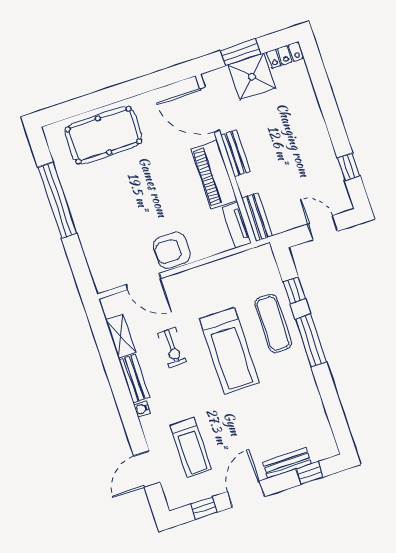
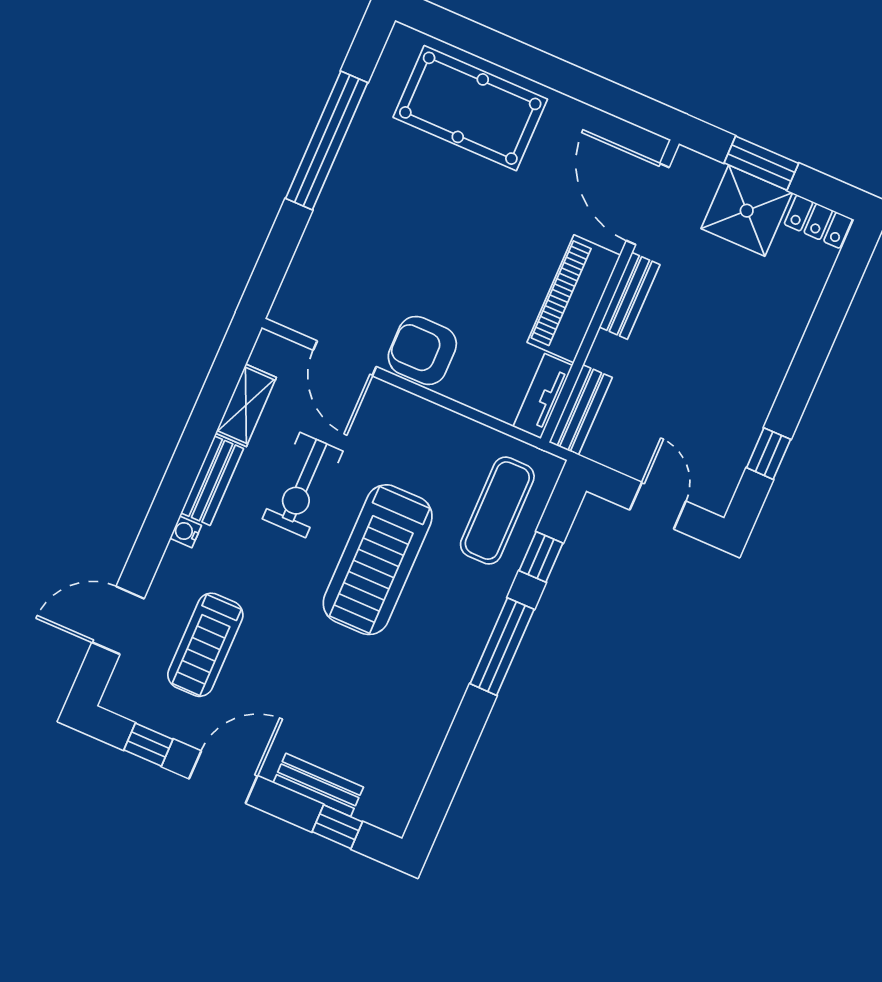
exercise mat: (273, 323) -> (497, 511), moved
exercise bike: (172, 348) -> (303, 485), width x1.38, depth x1.39

